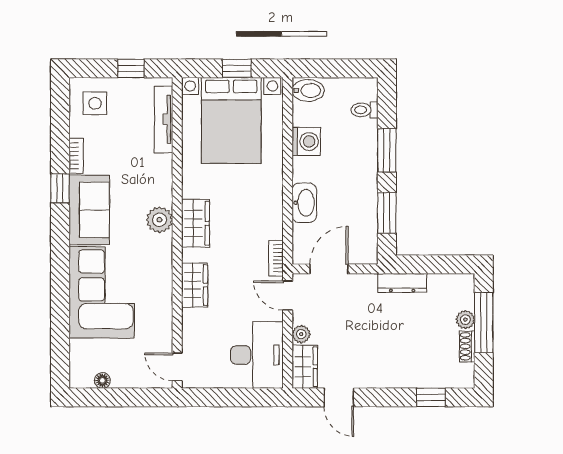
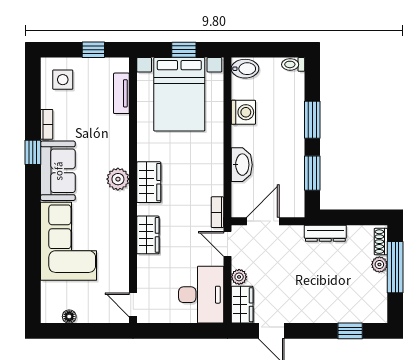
toilet: (364, 110) -> (293, 64), moved
tv unit: (164, 119) -> (121, 93), width x0.71
shoe rack: (467, 346) -> (381, 242), moved

